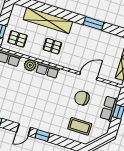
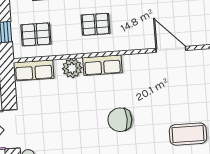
door: (88, 76) -> (171, 49), hinge flipped
chair: (82, 98) -> (120, 120), moved

